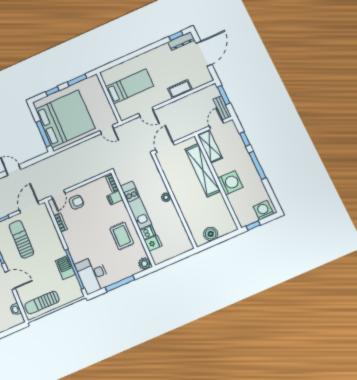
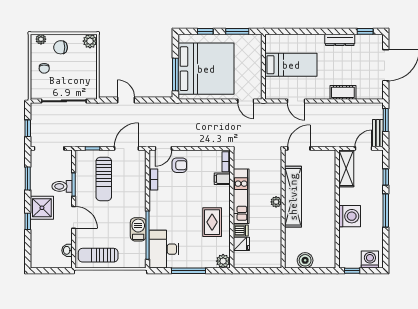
dresser: (181, 41) -> (340, 40), moved
shelving: (203, 170) -> (293, 197), moved
sun lounger: (21, 239) -> (104, 179), turned 180

